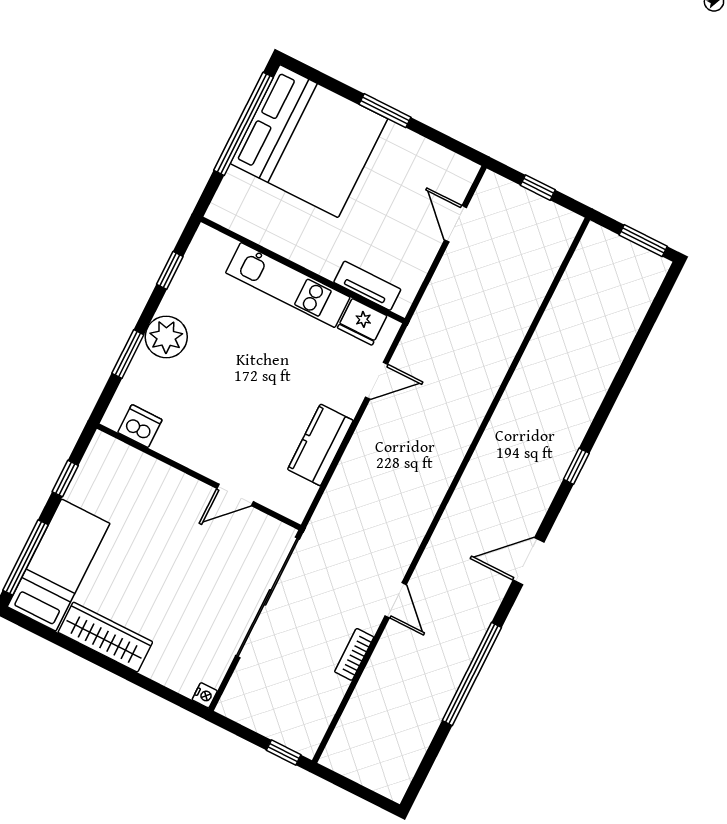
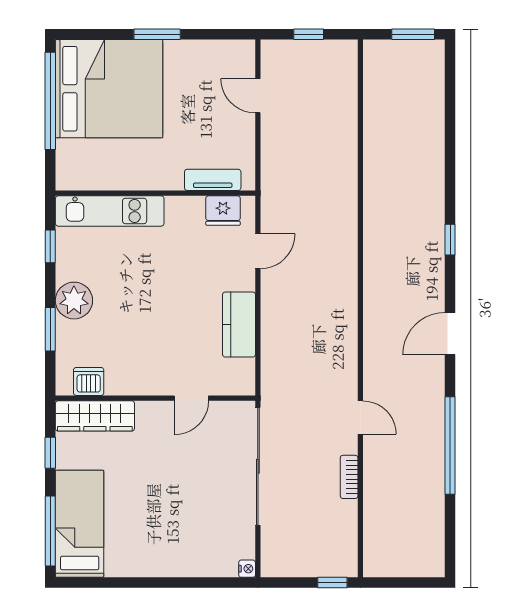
kitchen unit: (288, 285) -> (110, 211), moved
wardrobe: (105, 637) -> (95, 416), moved, turned 180

